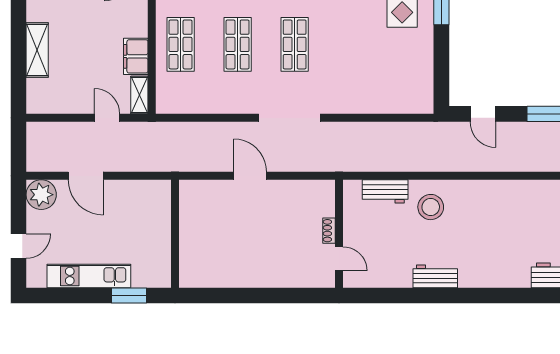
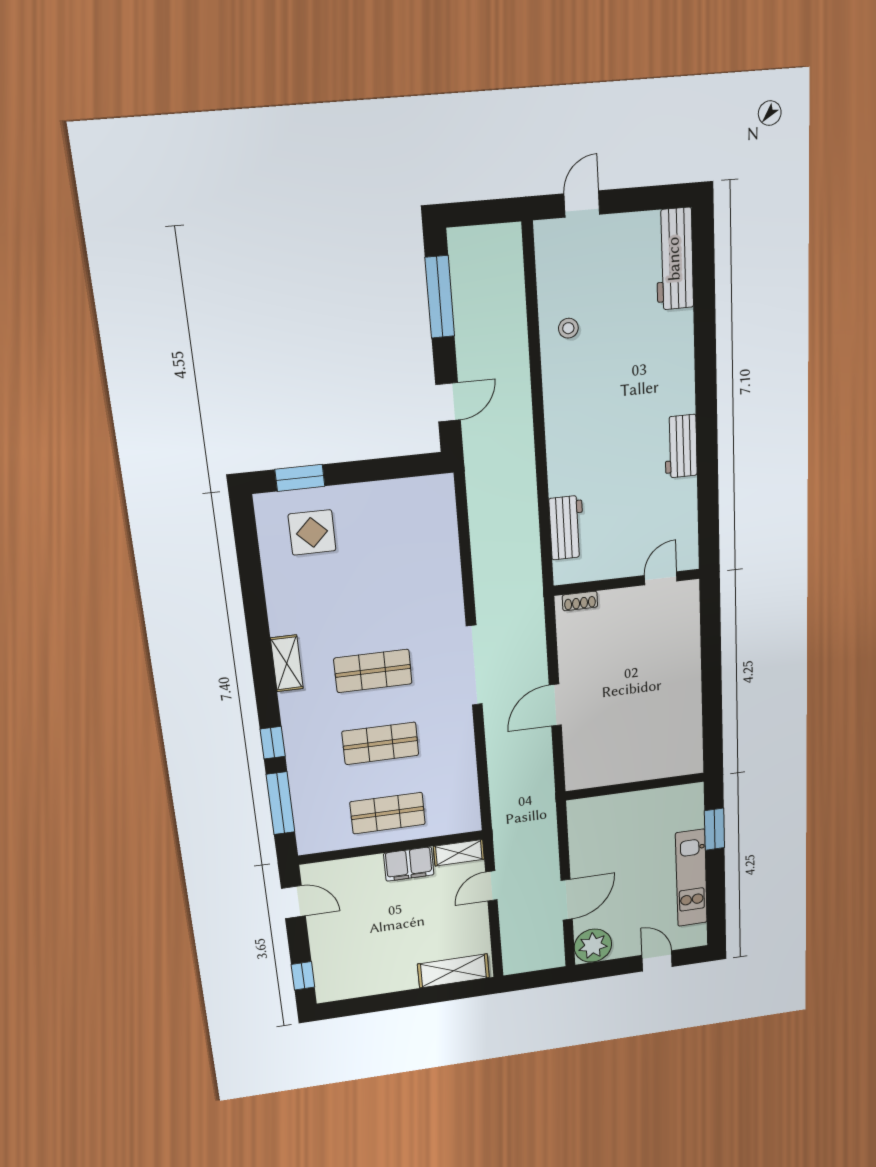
shelving: (37, 50) -> (453, 971), moved
stool: (431, 207) -> (568, 328), moved, width x0.53, depth x0.53
shoe rack: (329, 231) -> (580, 601), moved

